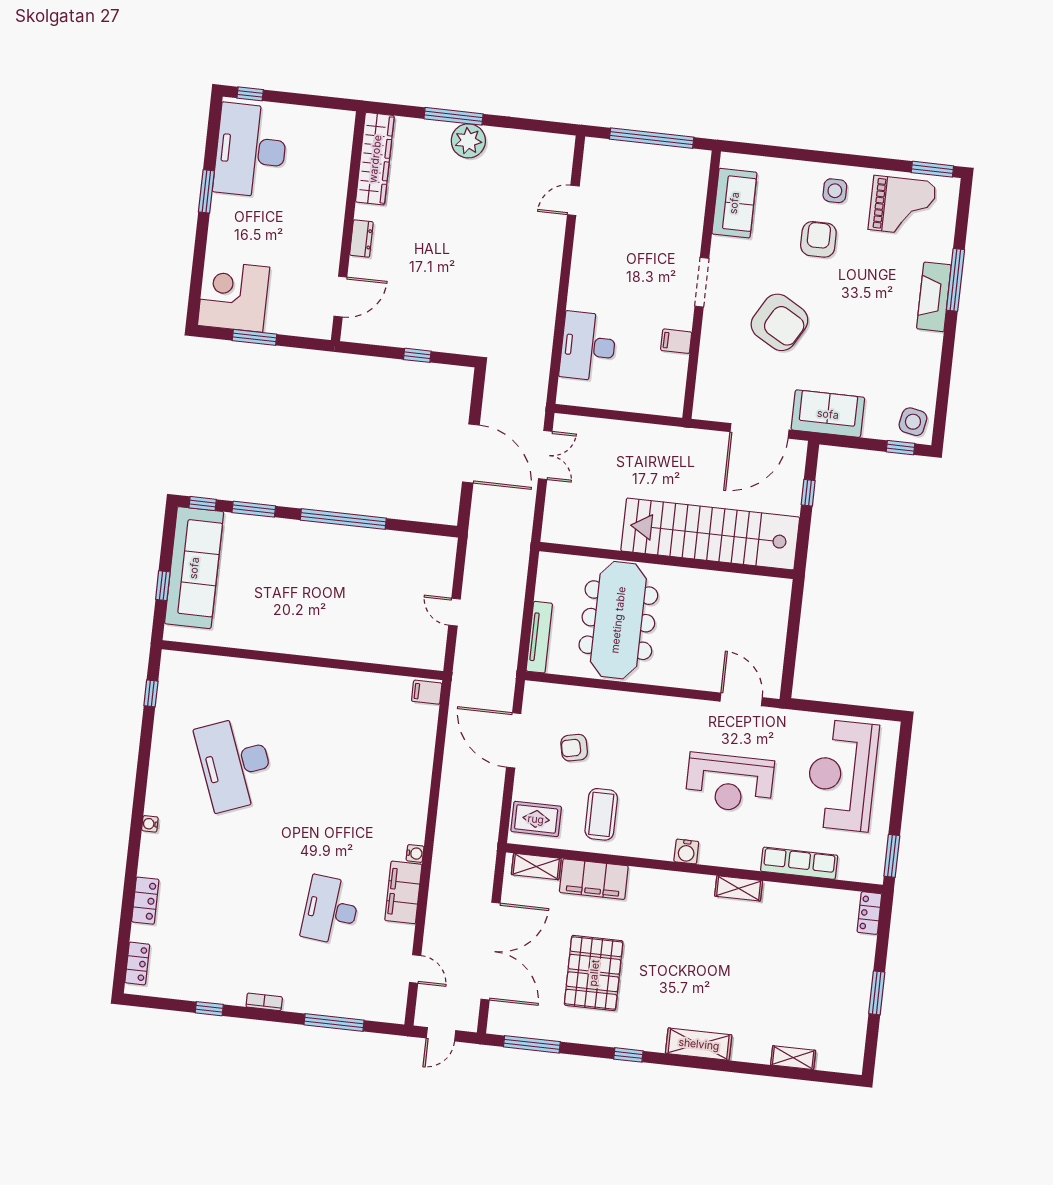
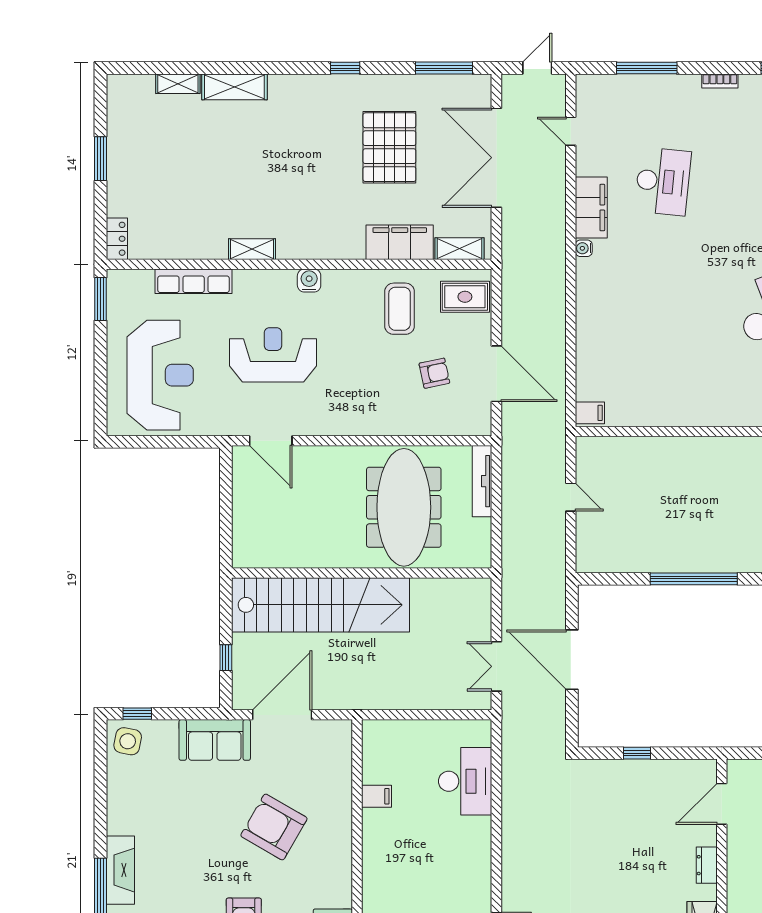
doorway: (702, 282) -> (357, 859), removed
shelving: (699, 1044) -> (234, 87), moved

